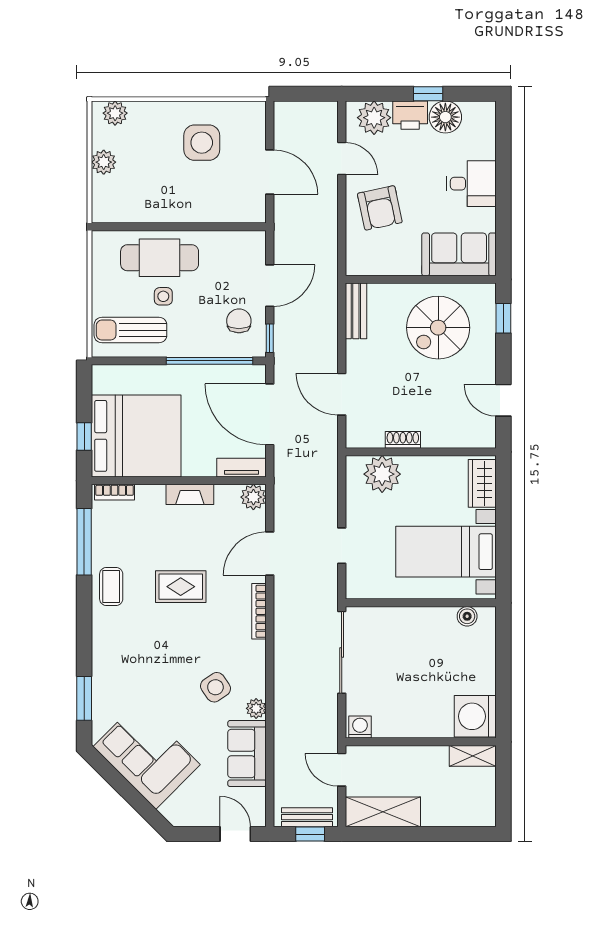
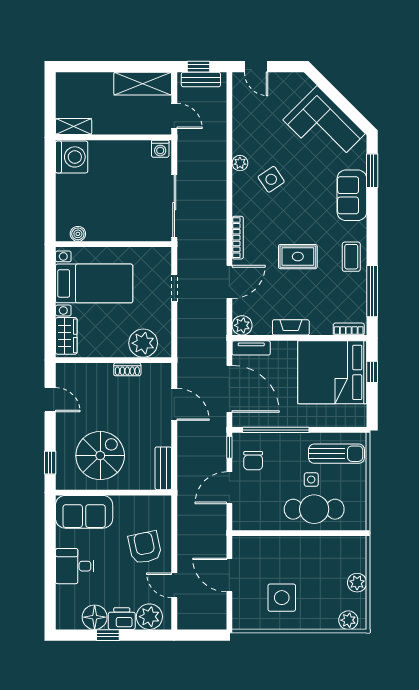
sofa: (247, 754) -> (352, 195), moved, turned 180

